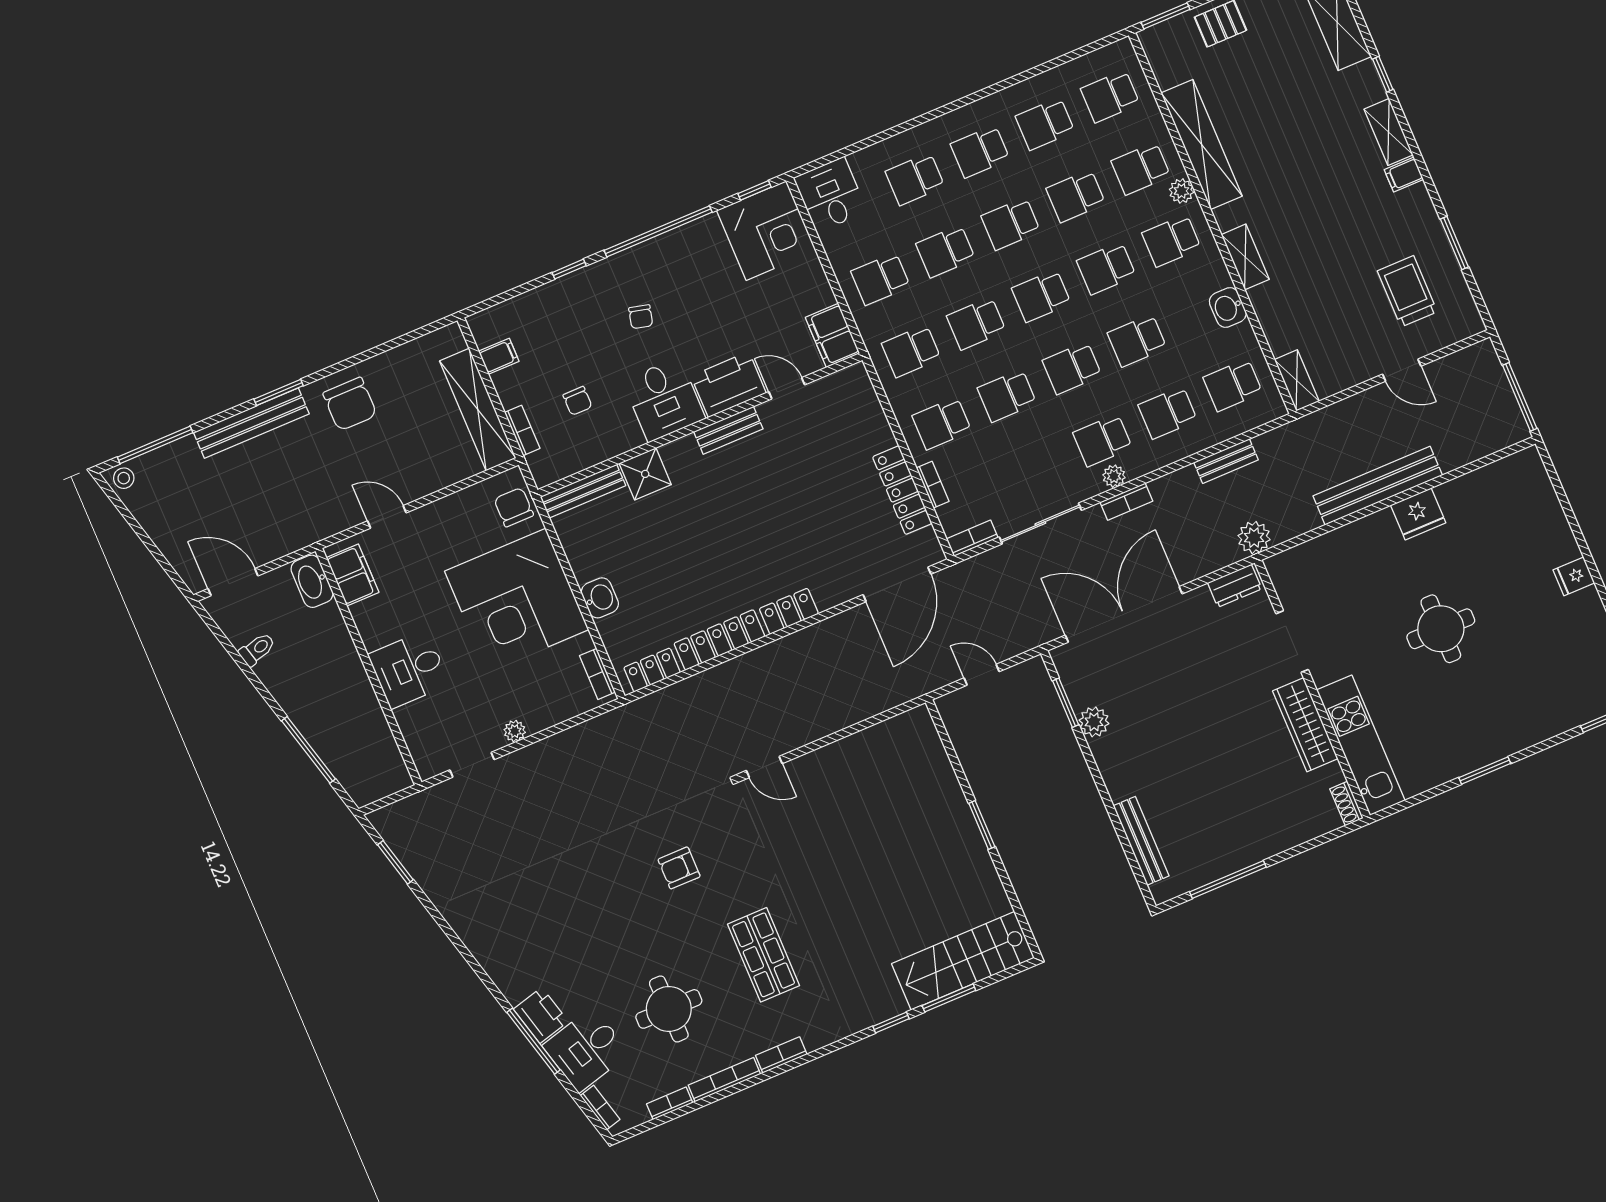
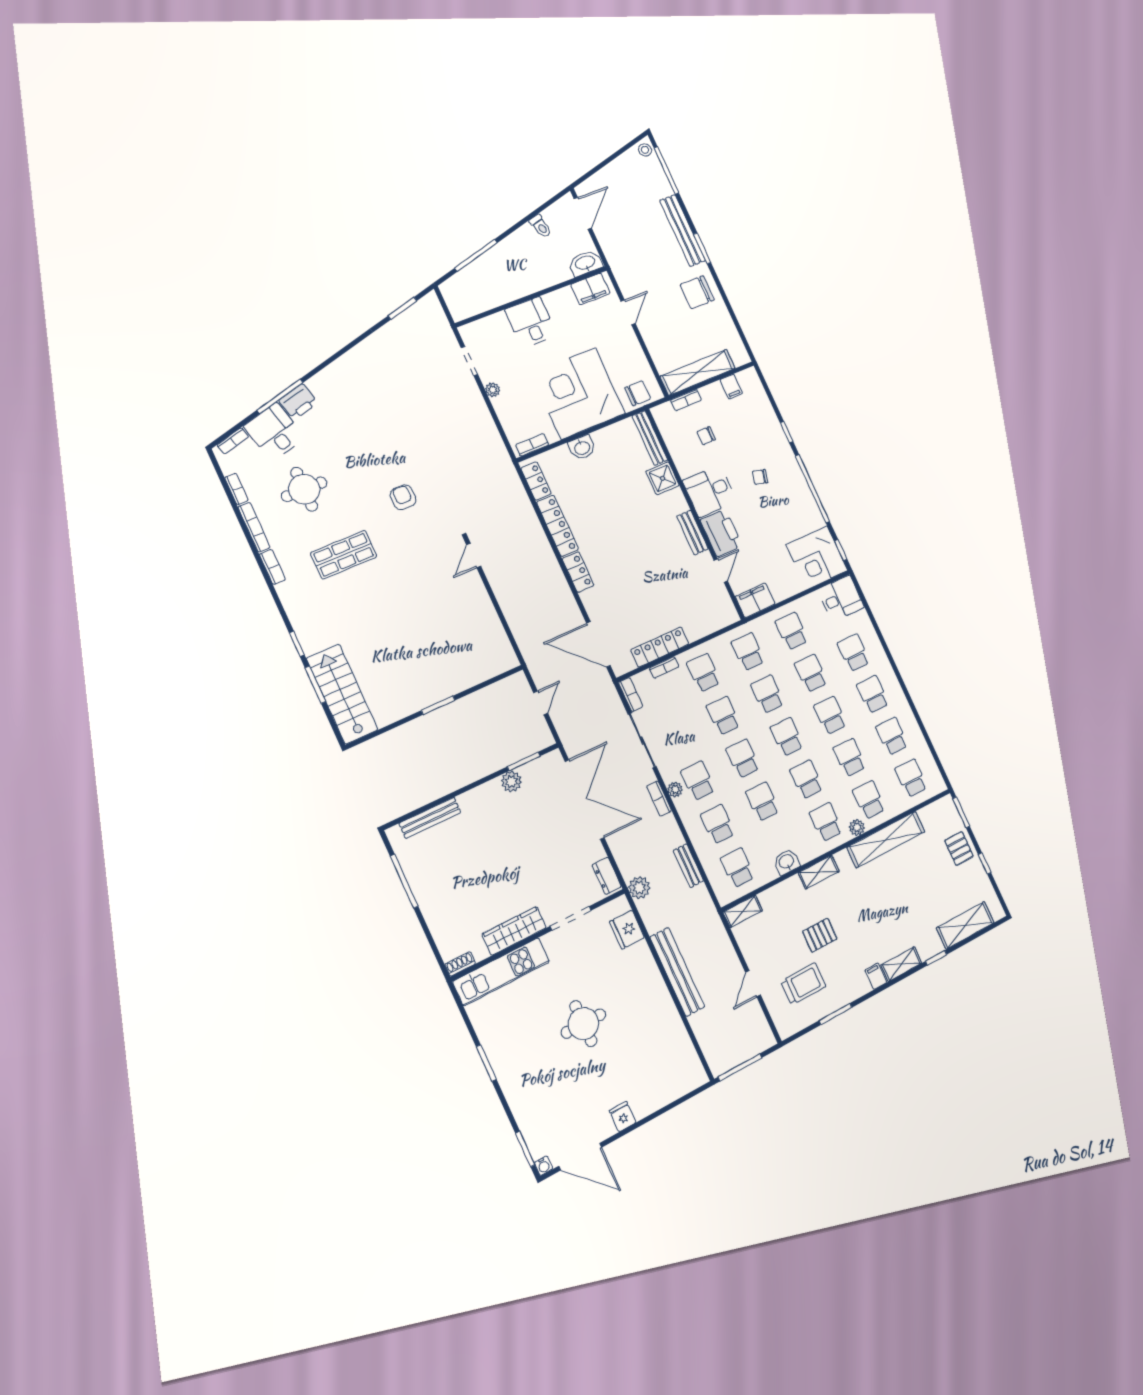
pallet: (1338, 261) -> (820, 935), added
fridge: (1418, 514) -> (627, 930), moved

